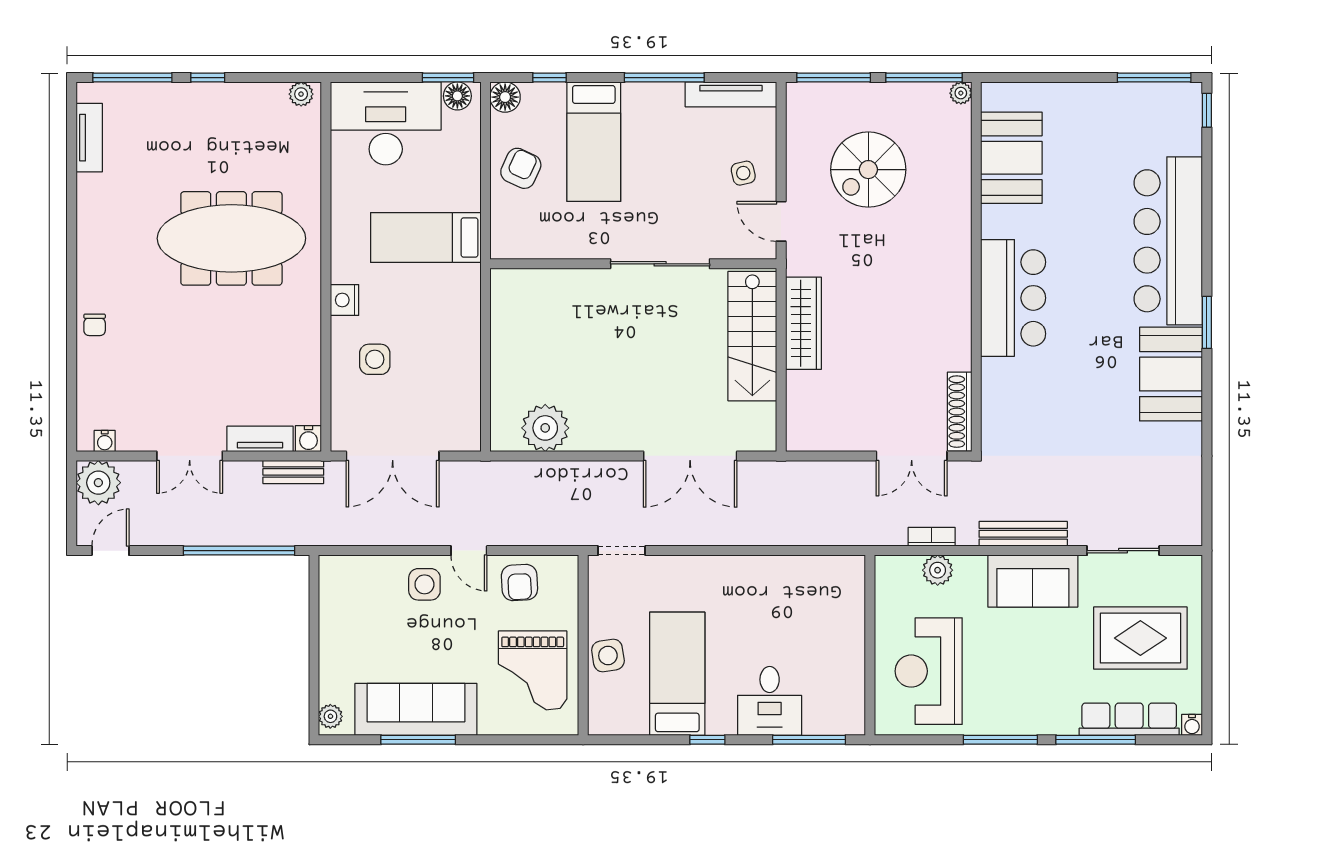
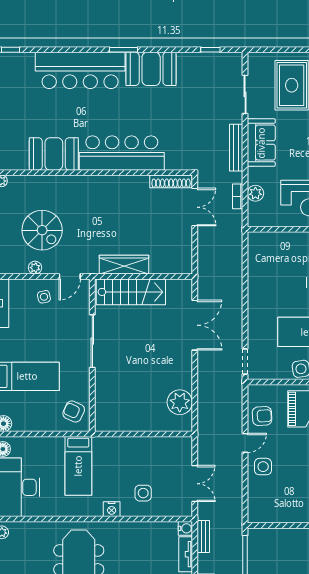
plant: (798, 156) -> (35, 268), added
booth: (1011, 158) -> (54, 154), moved
armchair: (521, 168) -> (74, 412), moved
bar counter: (1013, 298) -> (122, 153), width x1.36
double door: (393, 456) -> (195, 484), width x0.73
window: (1207, 485) -> (210, 50), added

